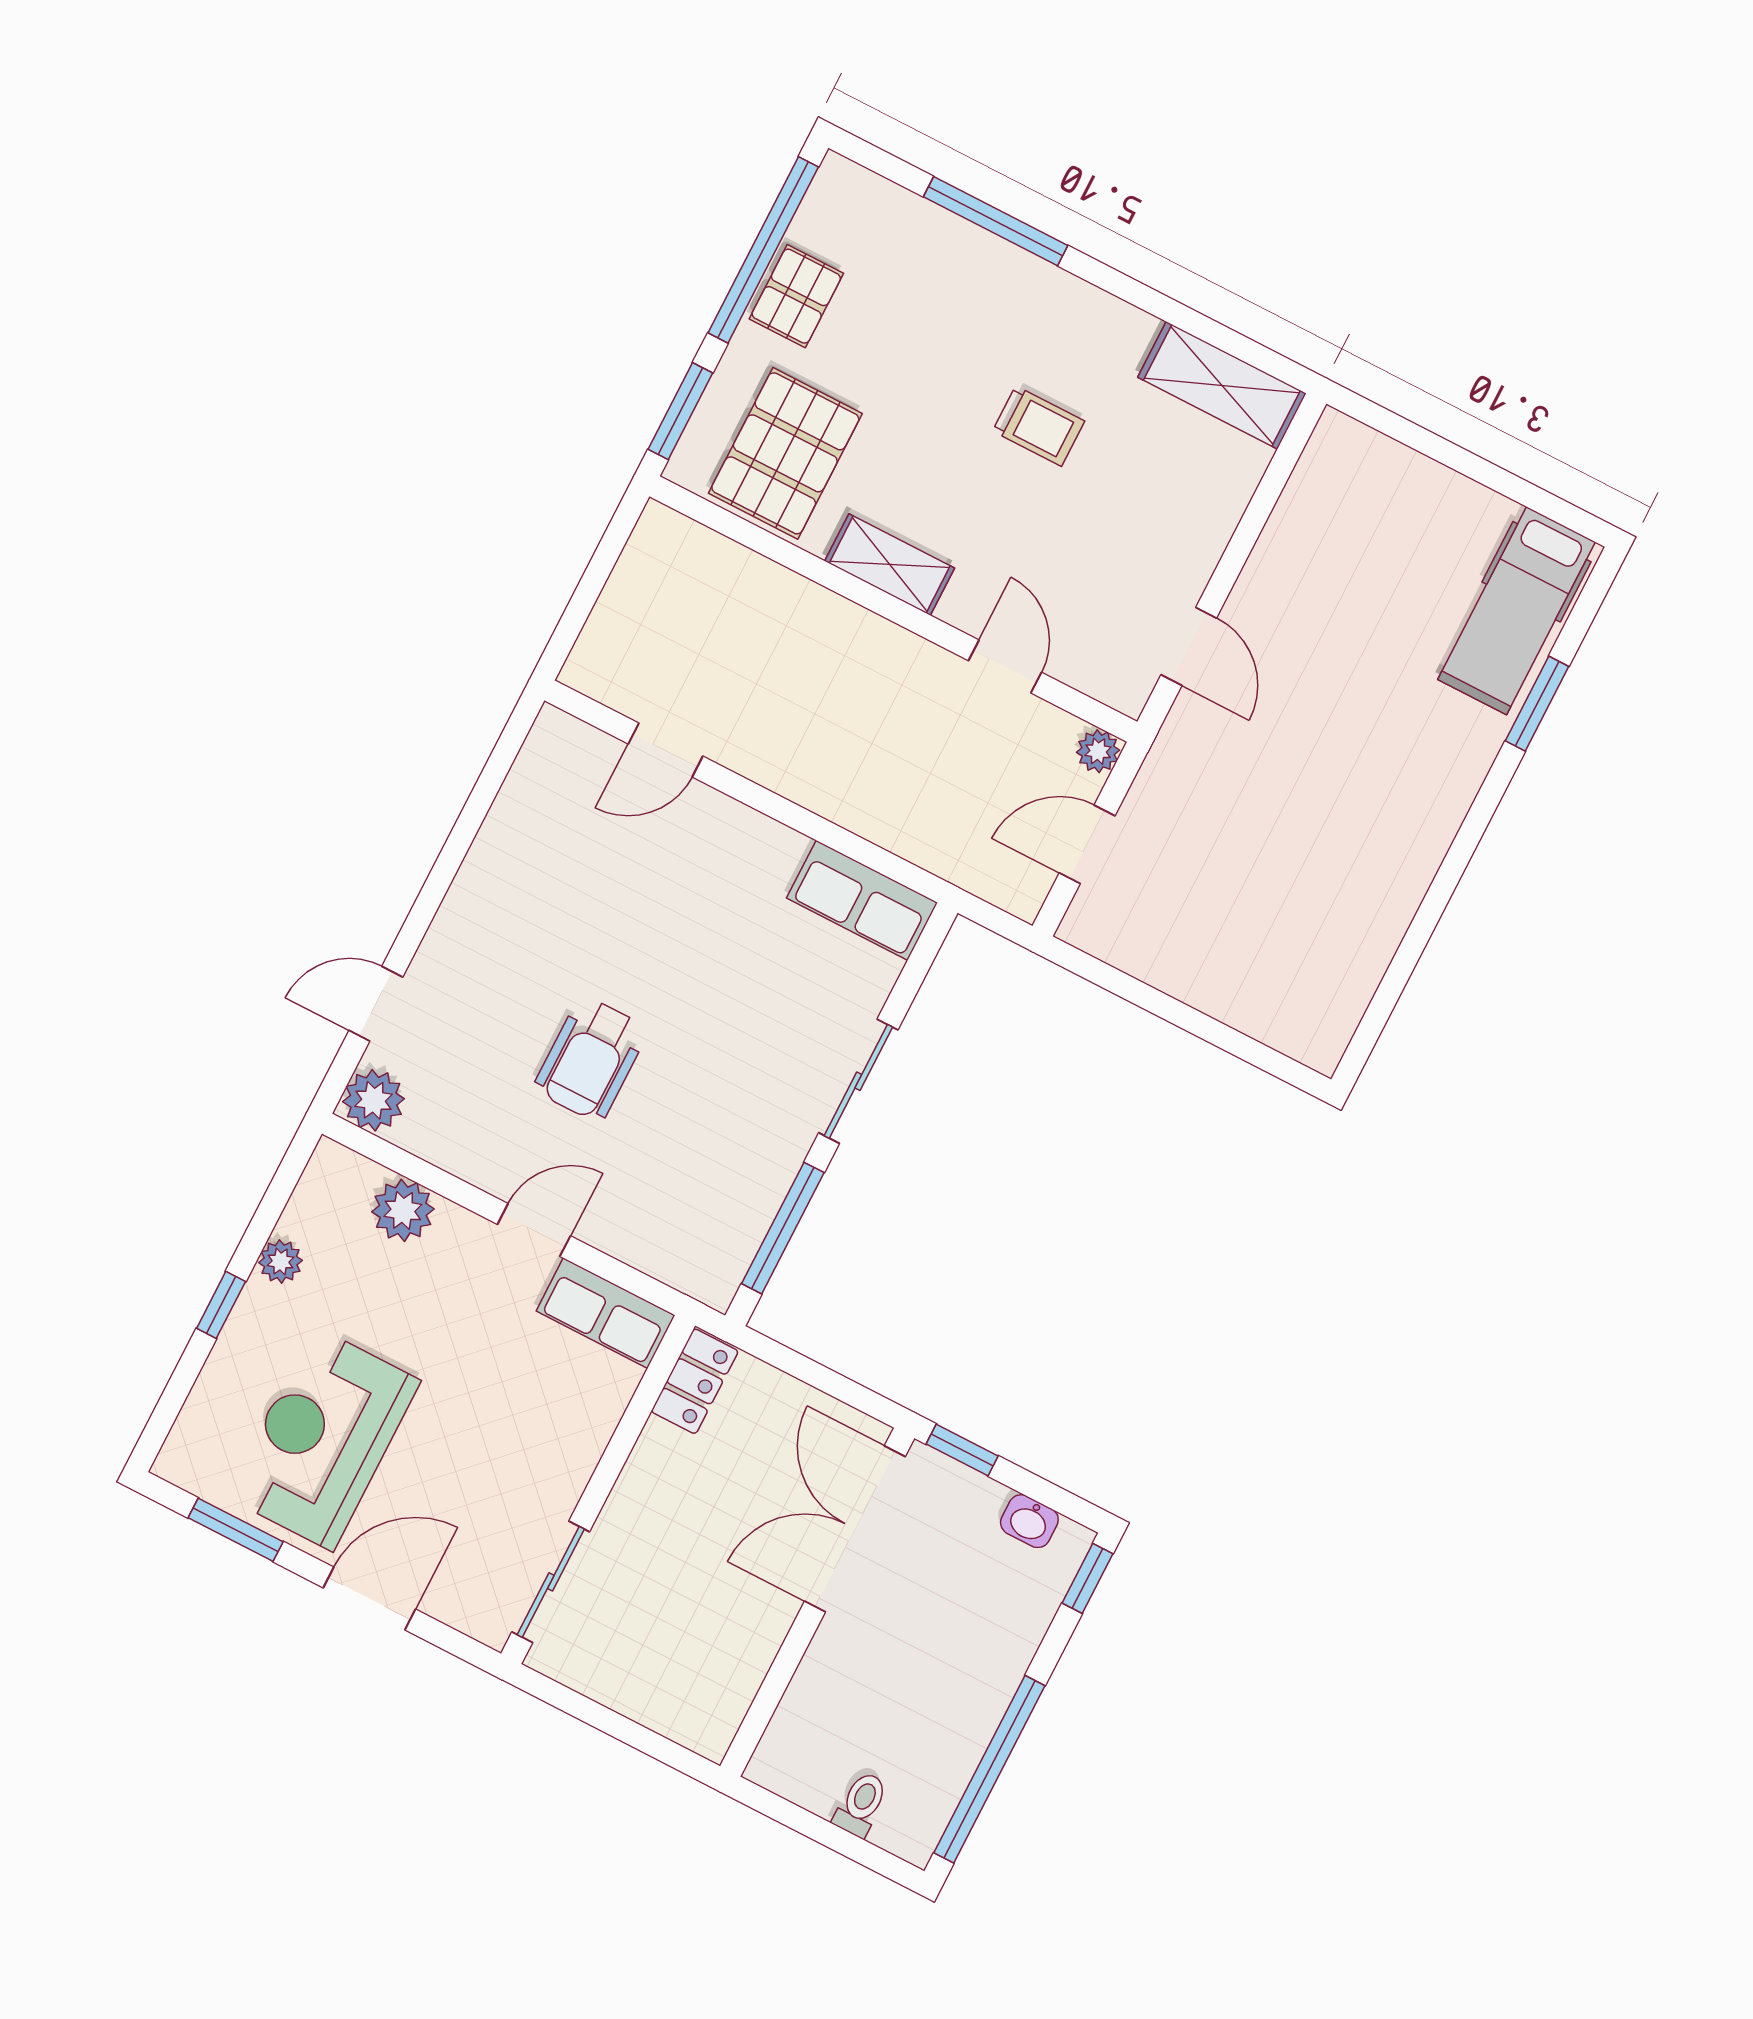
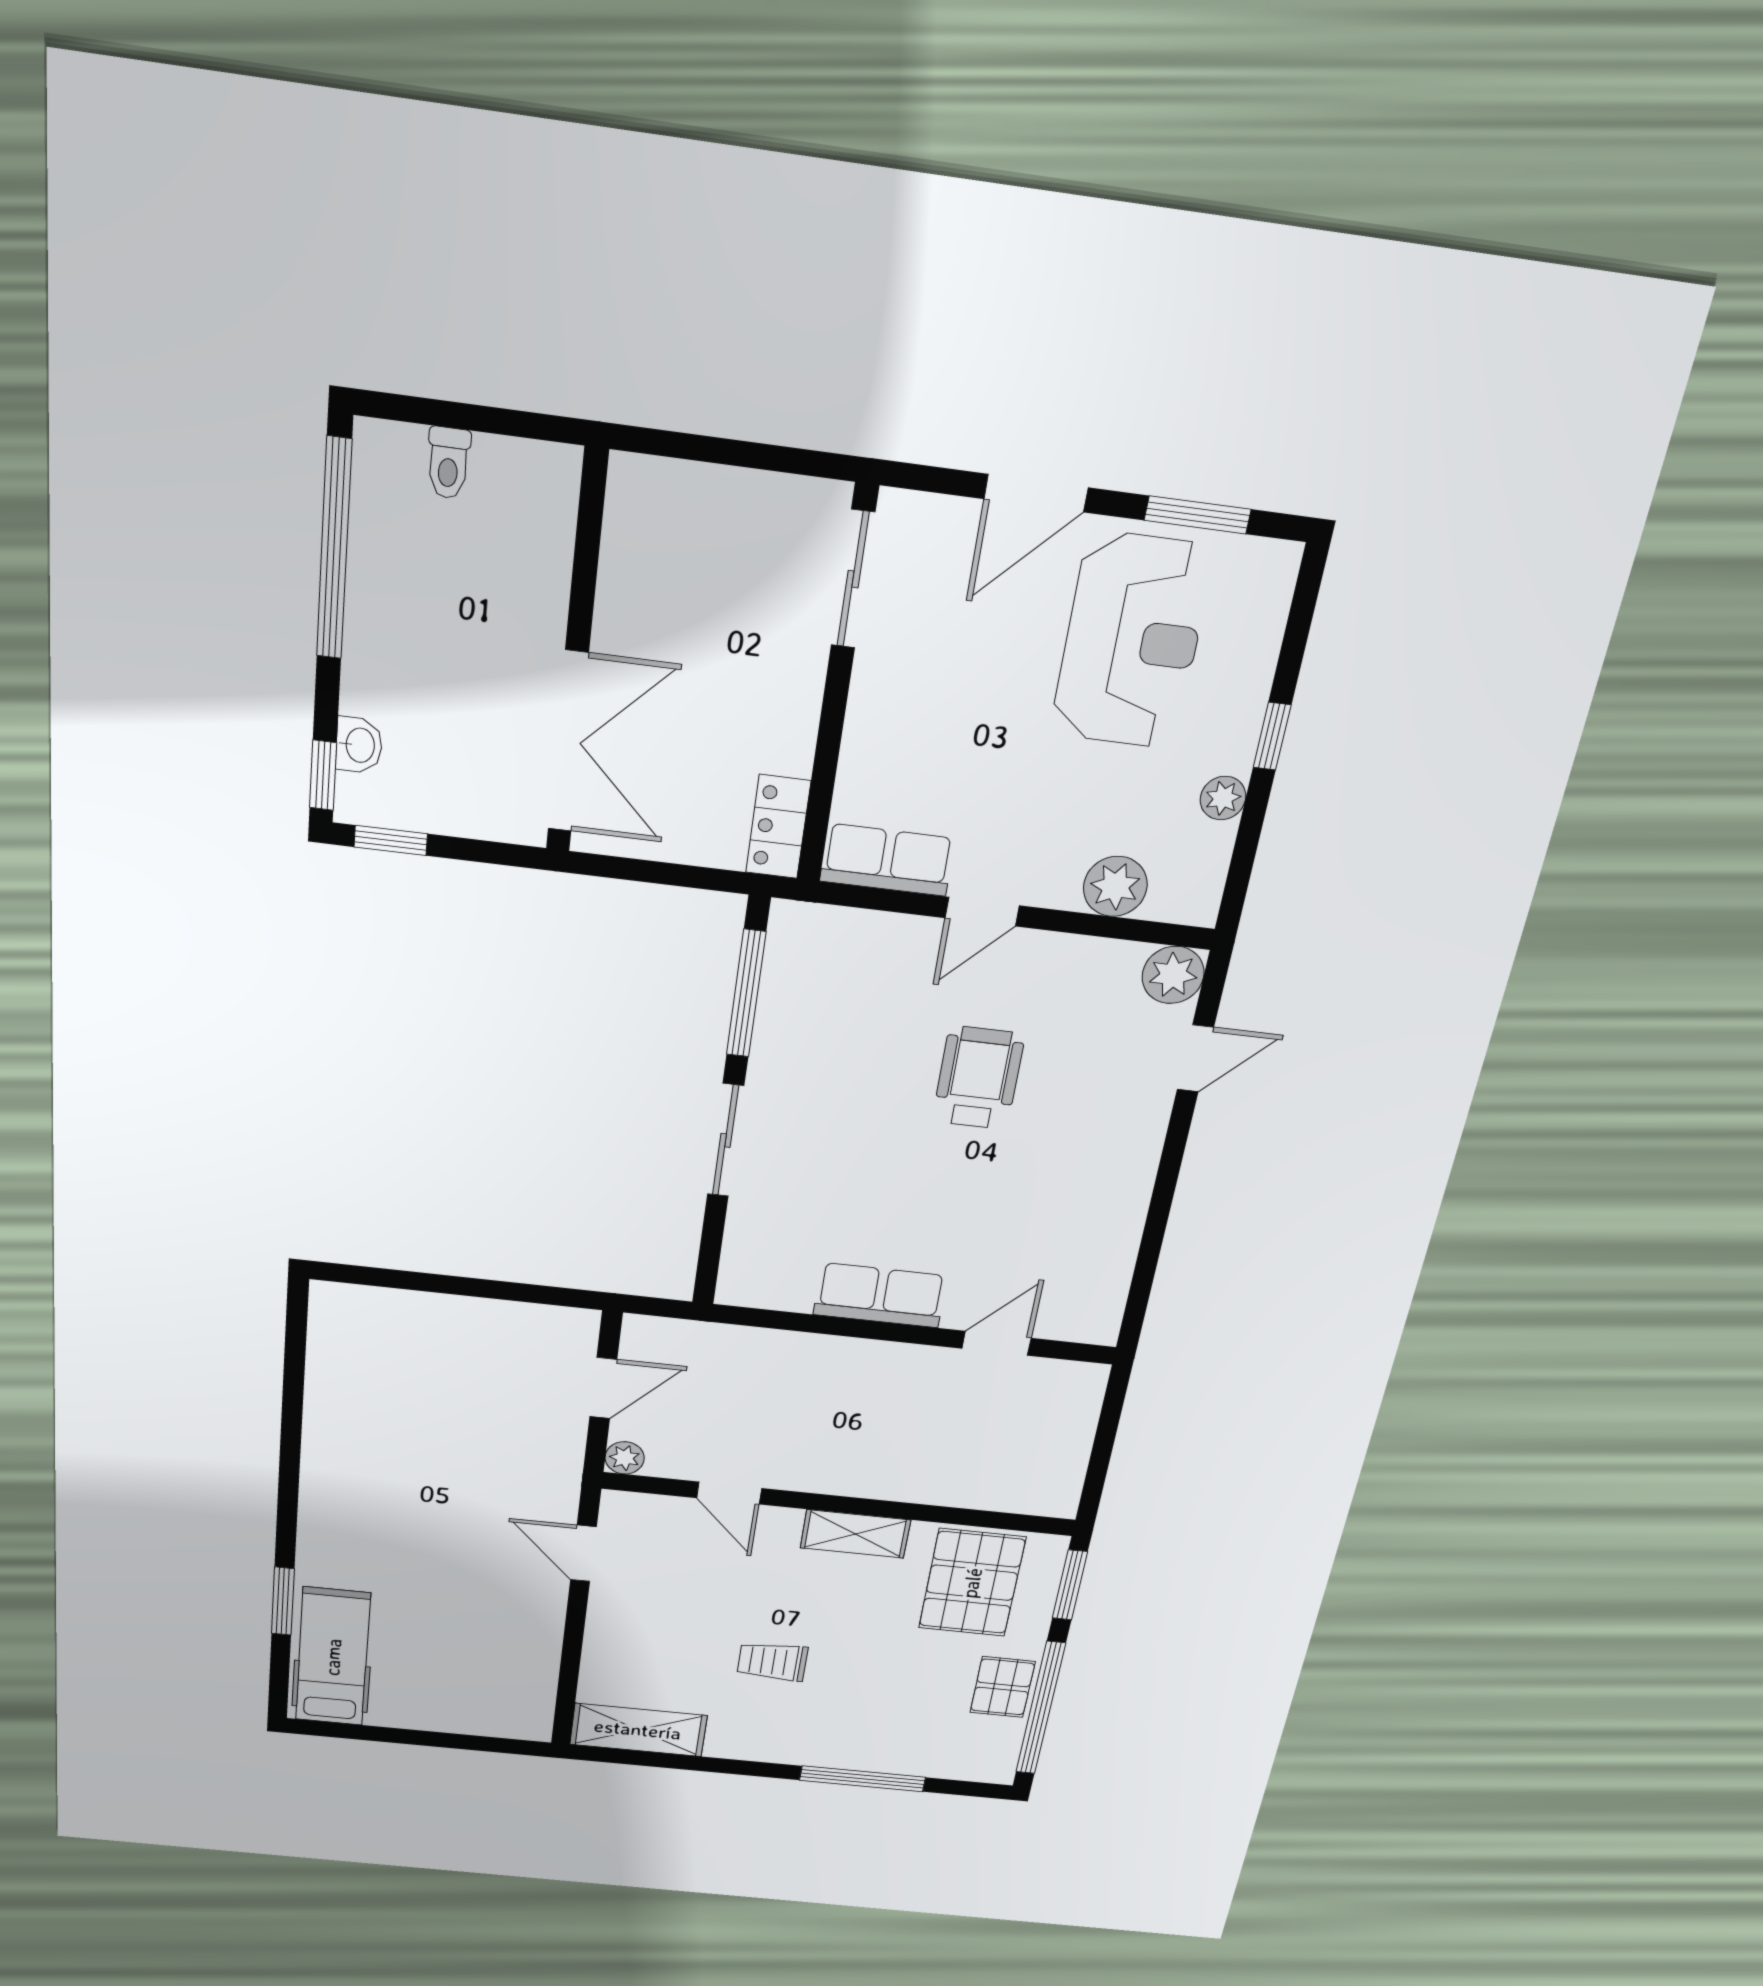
row of seats: (862, 900) -> (880, 1295), moved
window: (962, 1450) -> (391, 840), moved
washbasin: (1029, 1521) -> (359, 745), moved, turned 90

